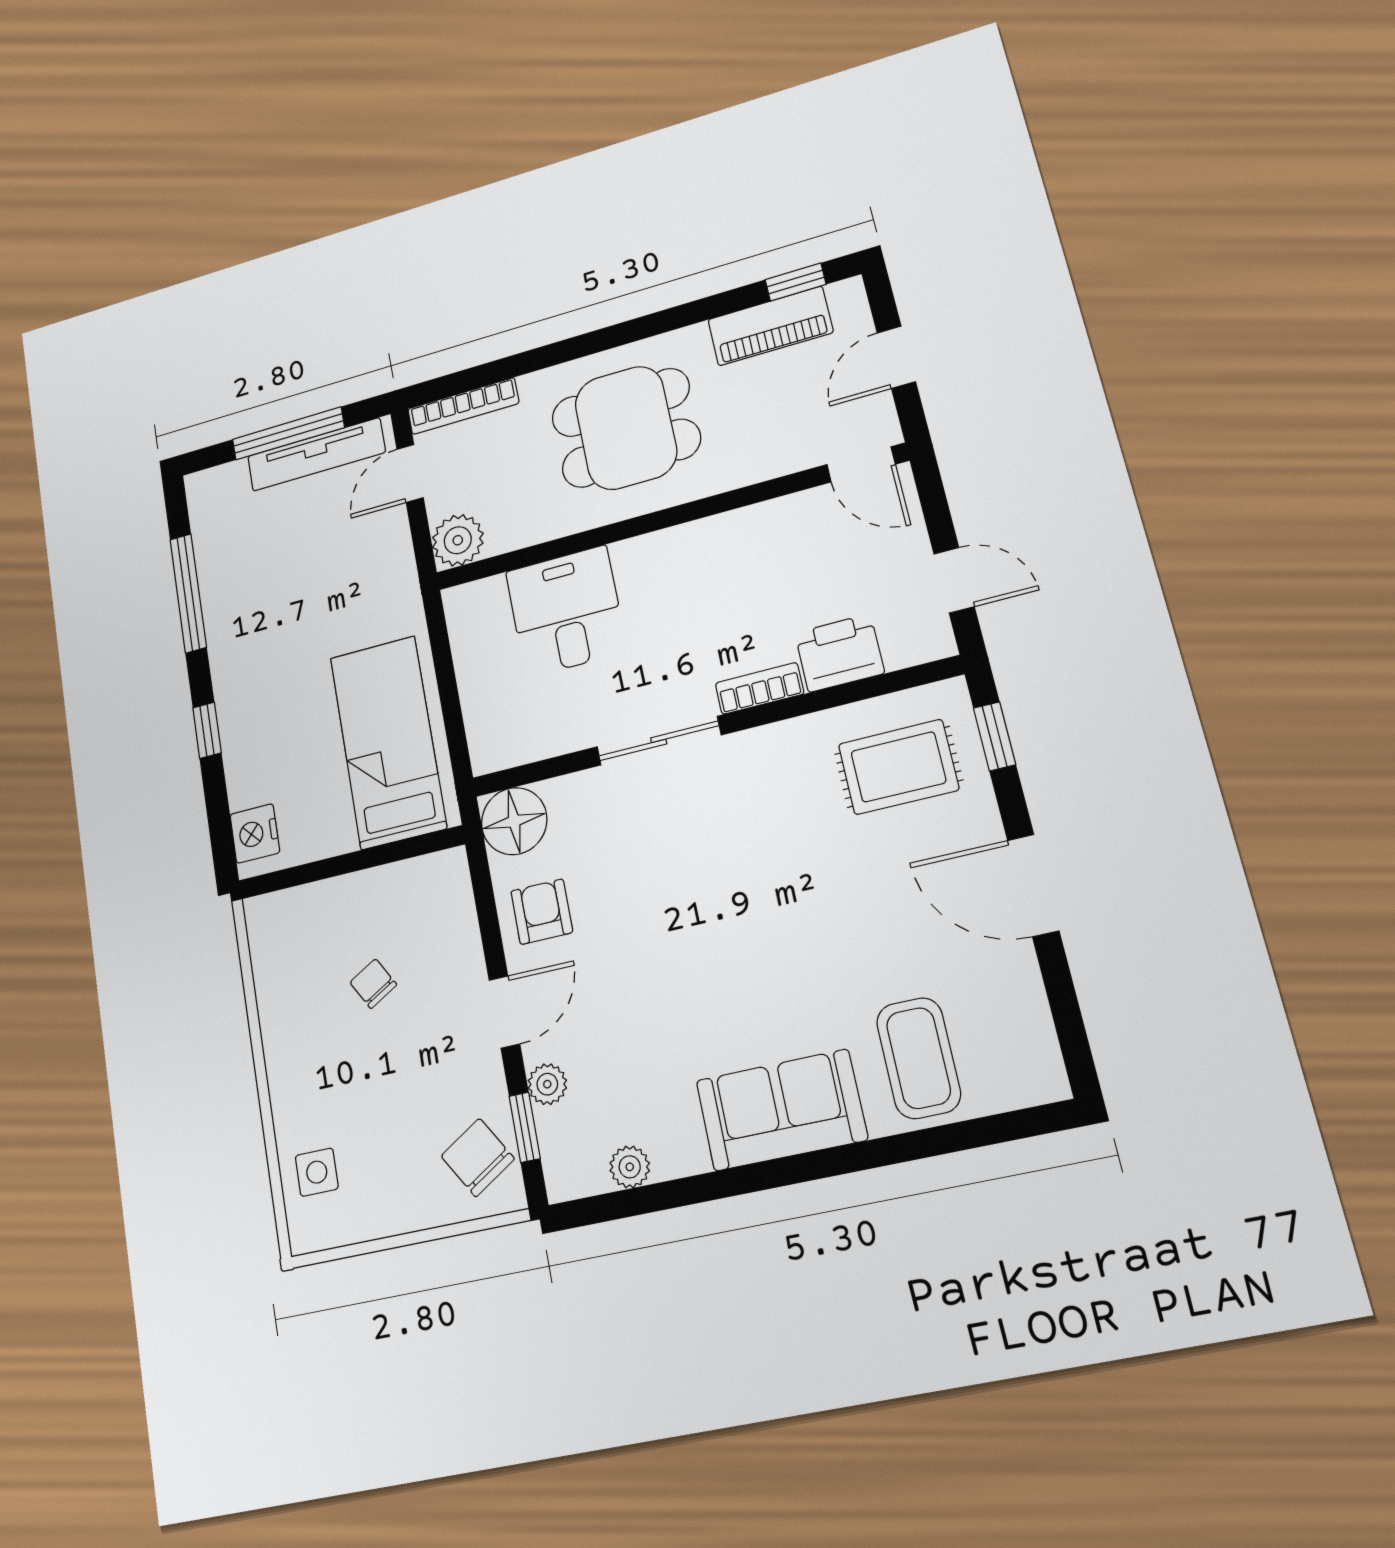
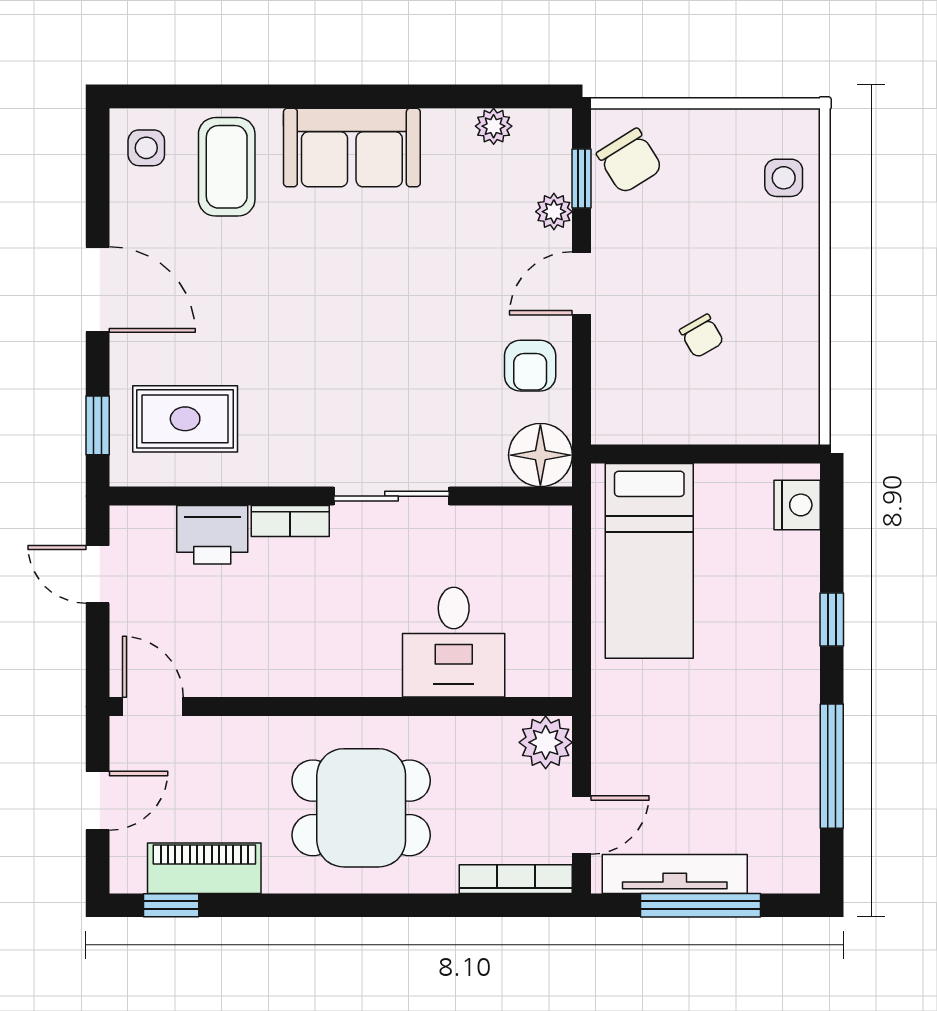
side table: (1018, 1061) -> (146, 148), added

